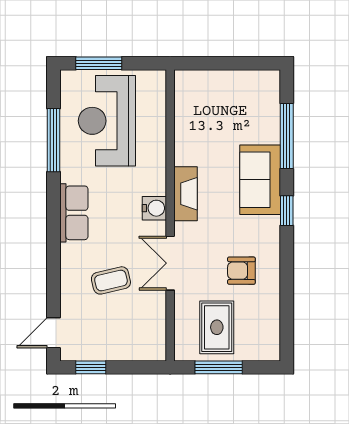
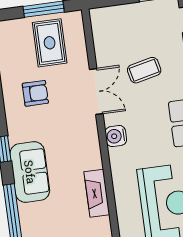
fireplace: (185, 194) -> (97, 193), moved

